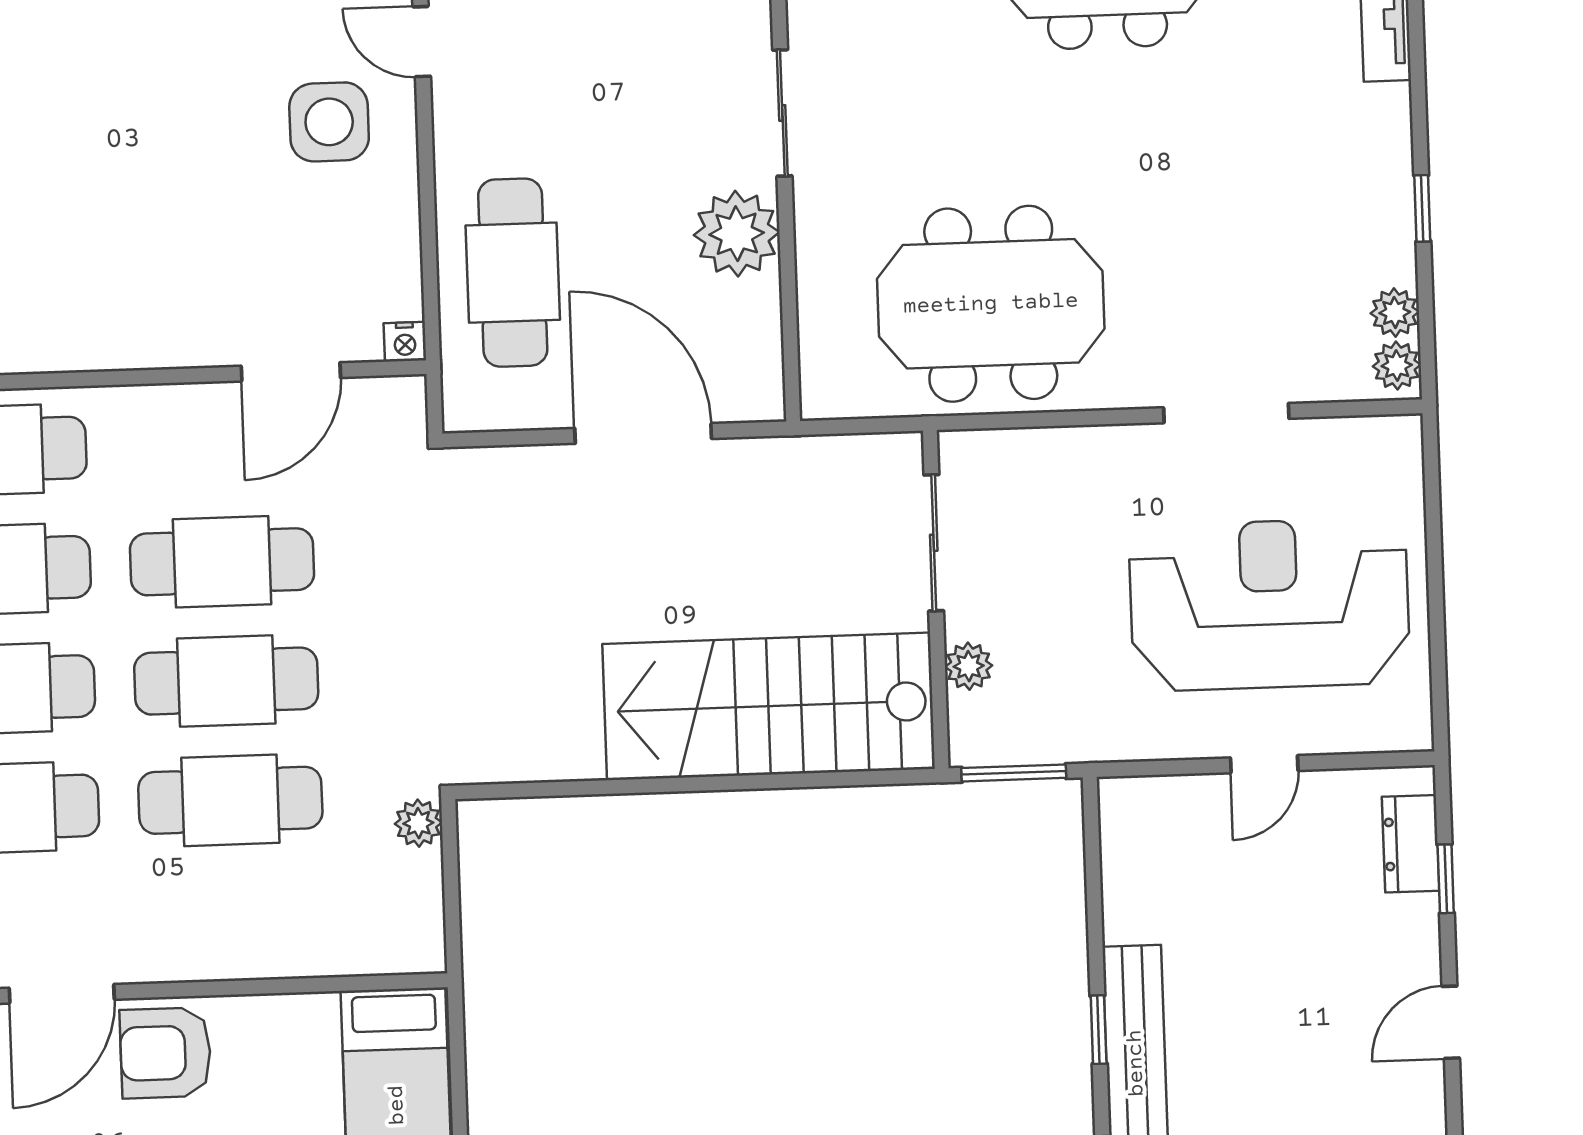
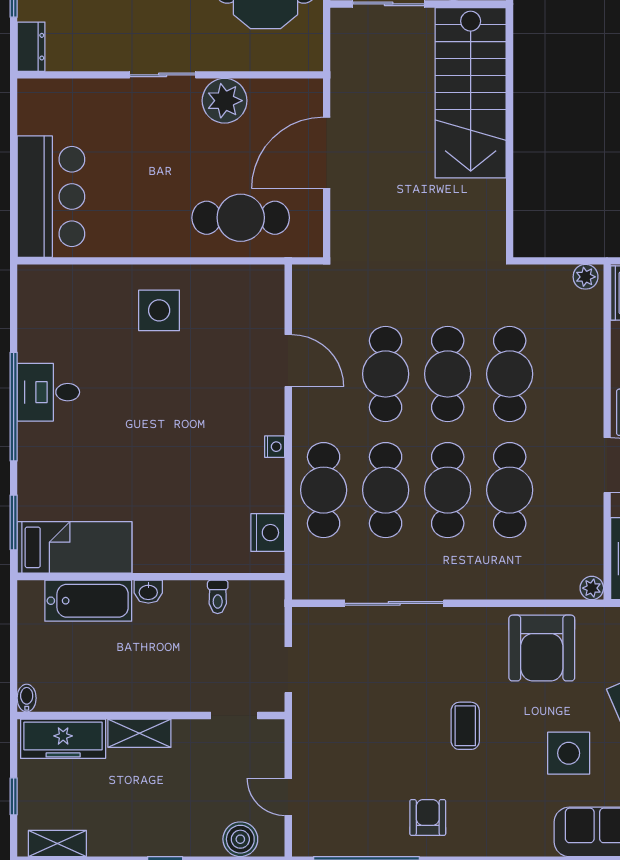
door: (422, 42) -> (119, 261), removed
nightstand: (405, 342) -> (275, 447), moved
door: (291, 372) -> (288, 361), moved
plant: (418, 823) -> (586, 277), moved

